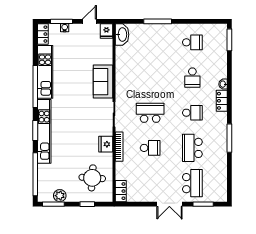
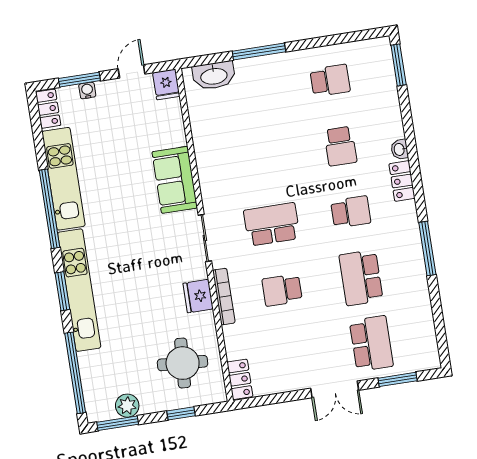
washbasin: (122, 35) -> (214, 76), moved, turned 90
school desk: (150, 148) -> (282, 290), turned 180

